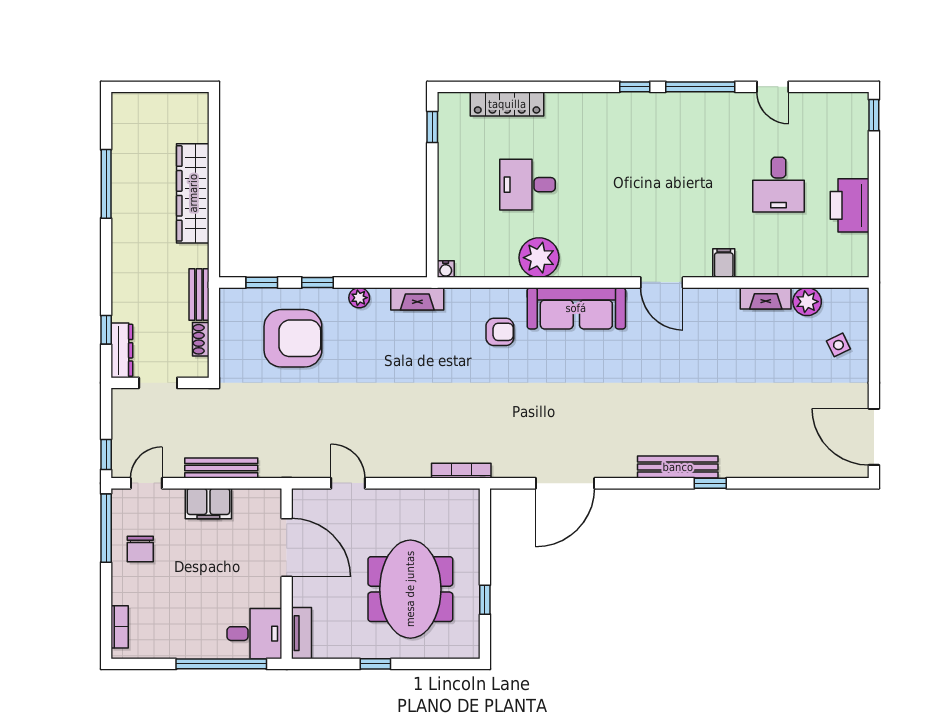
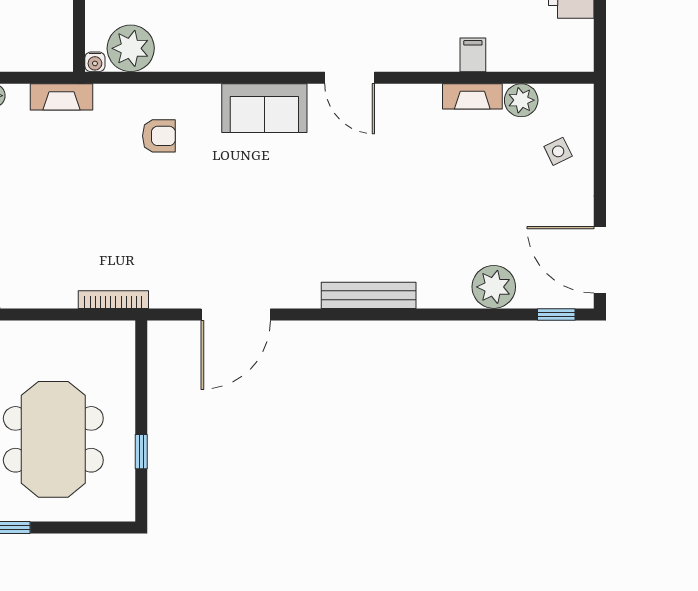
plant: (539, 258) -> (131, 48), moved
filing cabinet: (724, 263) -> (473, 55), moved
sofa: (576, 308) -> (264, 108), width x0.73
plant: (784, 460) -> (494, 287), added
window: (710, 483) -> (556, 314), moved

